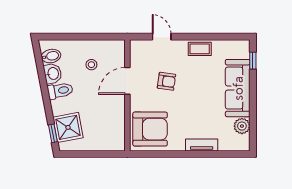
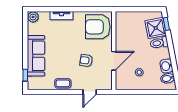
door: (162, 37) -> (90, 92), hinge flipped
toilet: (60, 91) -> (159, 43), moved
plant: (242, 126) -> (33, 17), moved

